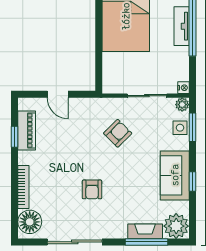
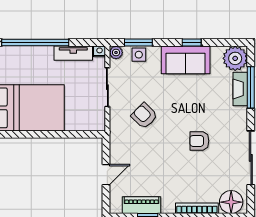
tv unit: (182, 26) -> (73, 53), moved
armchair: (92, 189) -> (199, 141), turned 180

